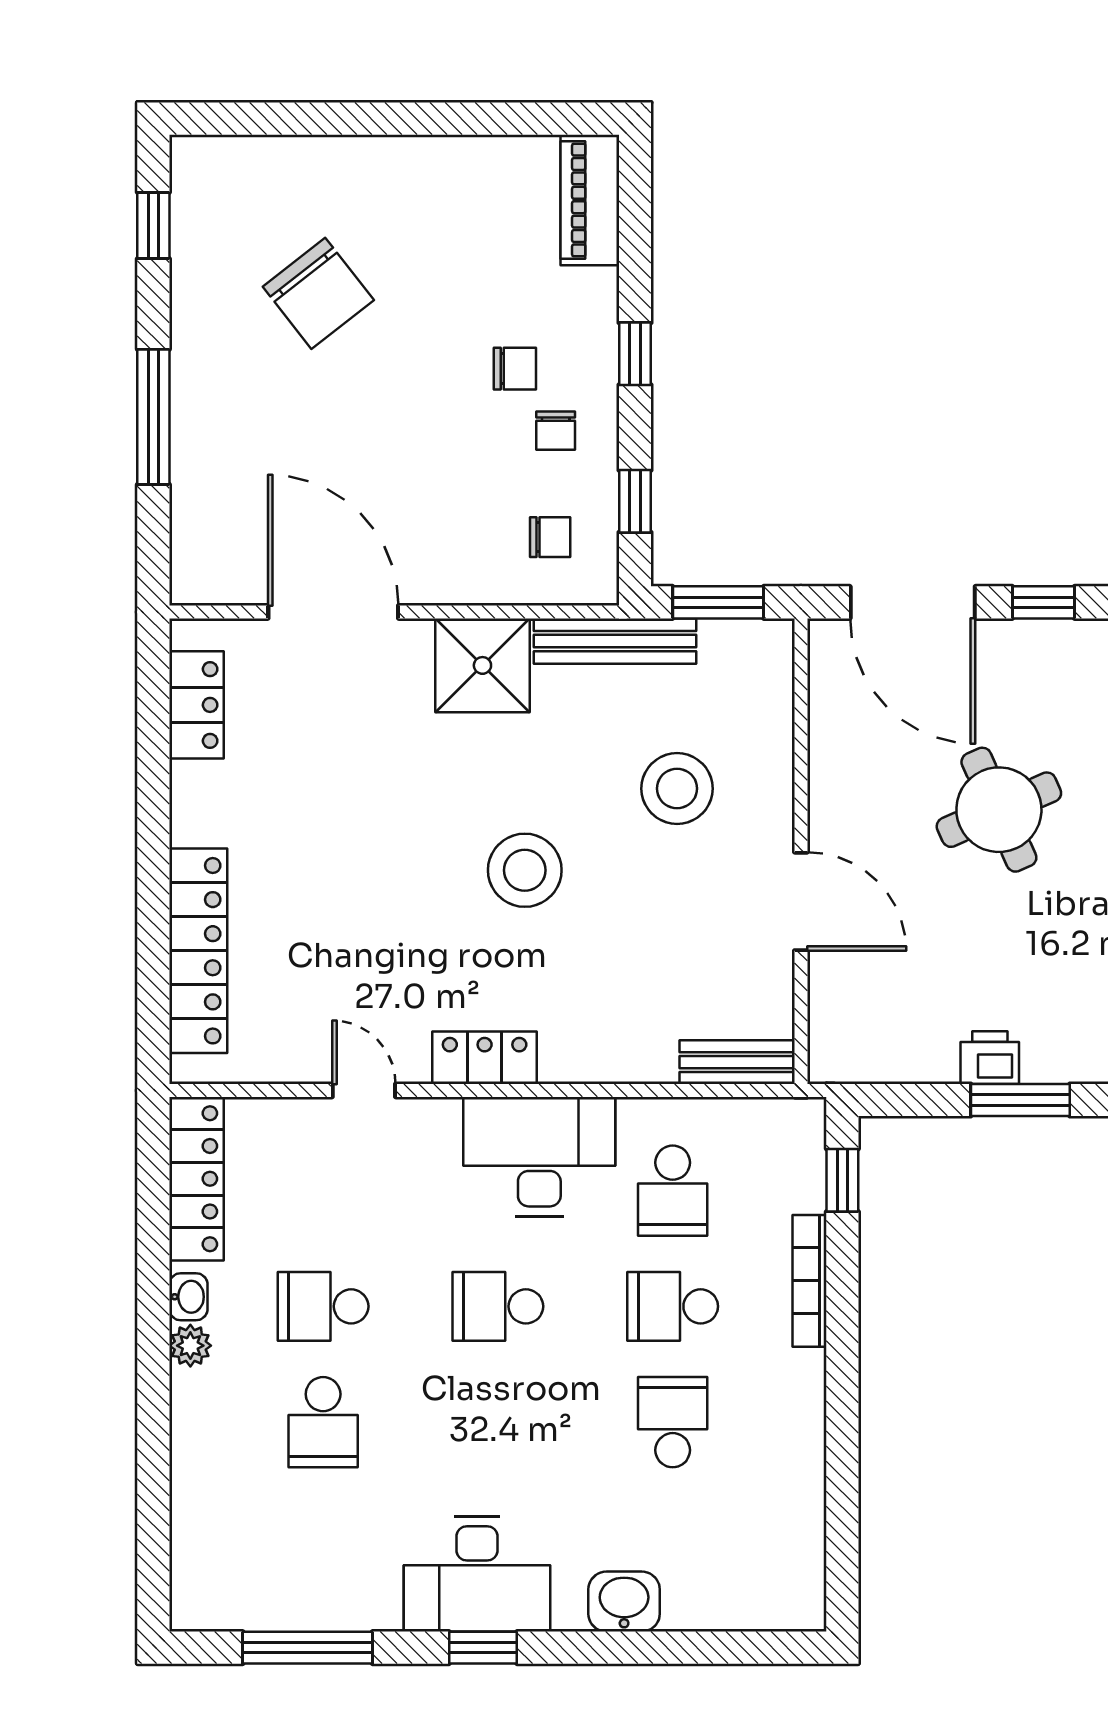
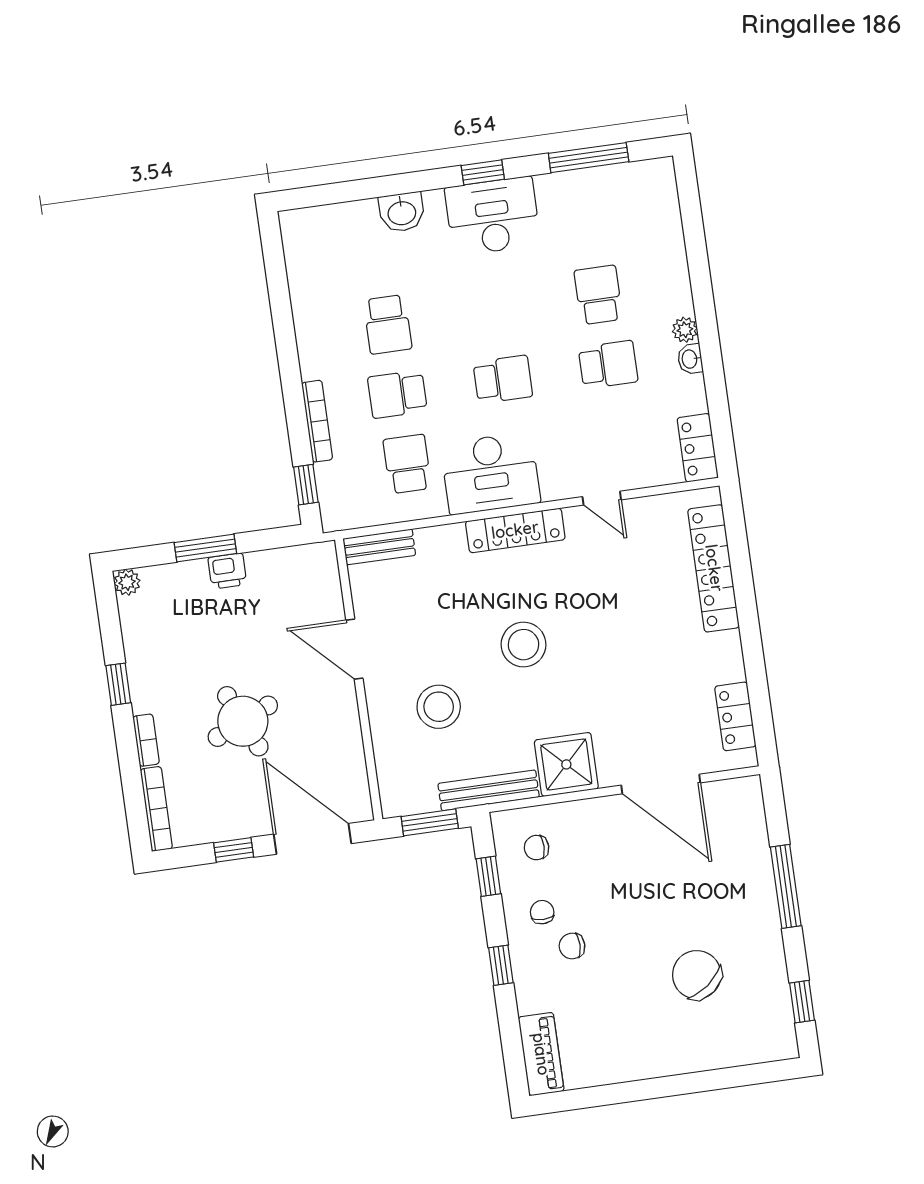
locker: (485, 1058) -> (515, 530), width x1.53
locker: (196, 1179) -> (698, 448), width x0.66
school desk: (673, 1306) -> (397, 394), turned 180

